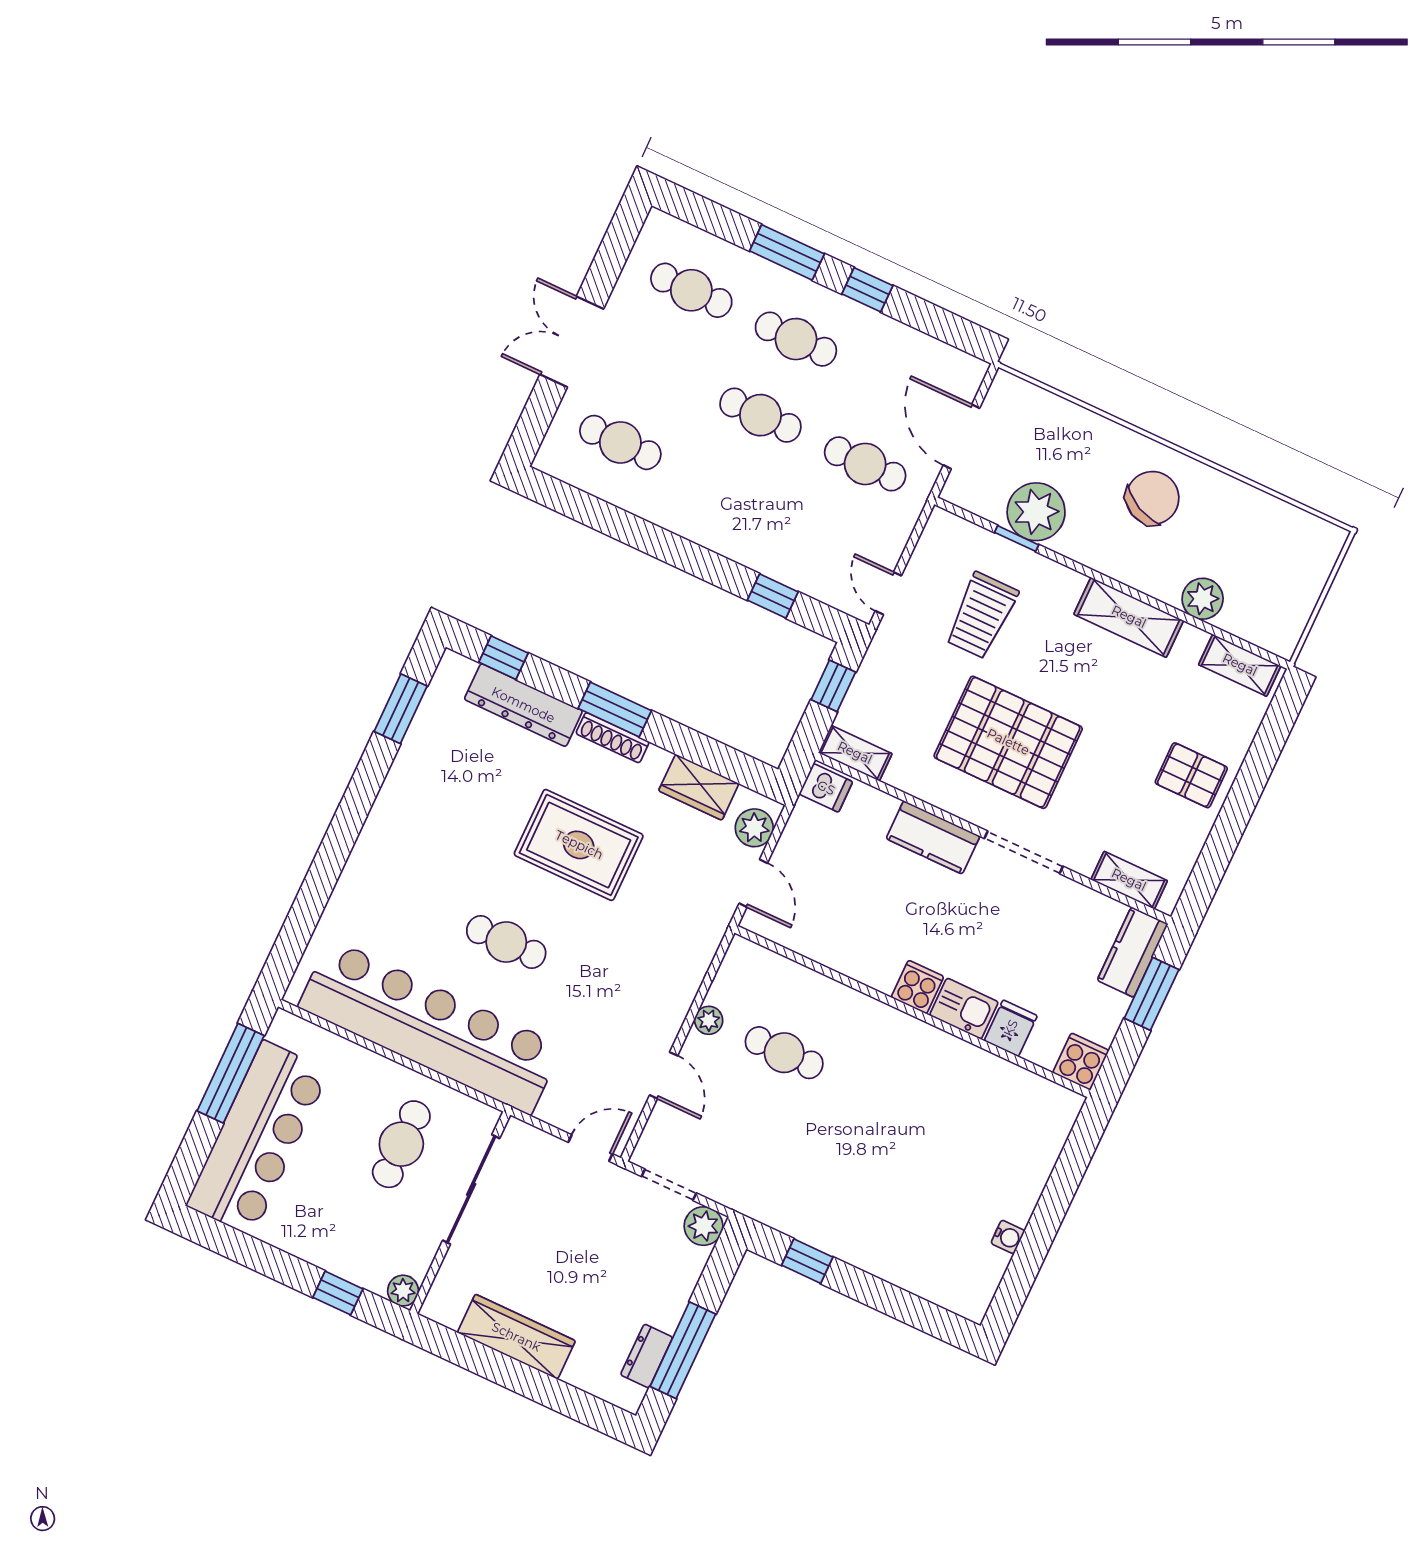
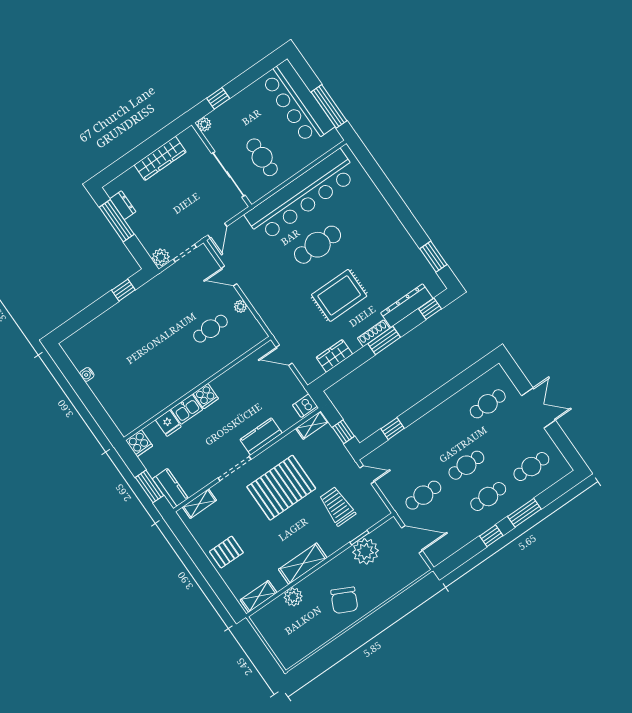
plant: (754, 828) -> (306, 368), removed
cafe table: (506, 942) -> (318, 245), width x1.37, depth x1.35

